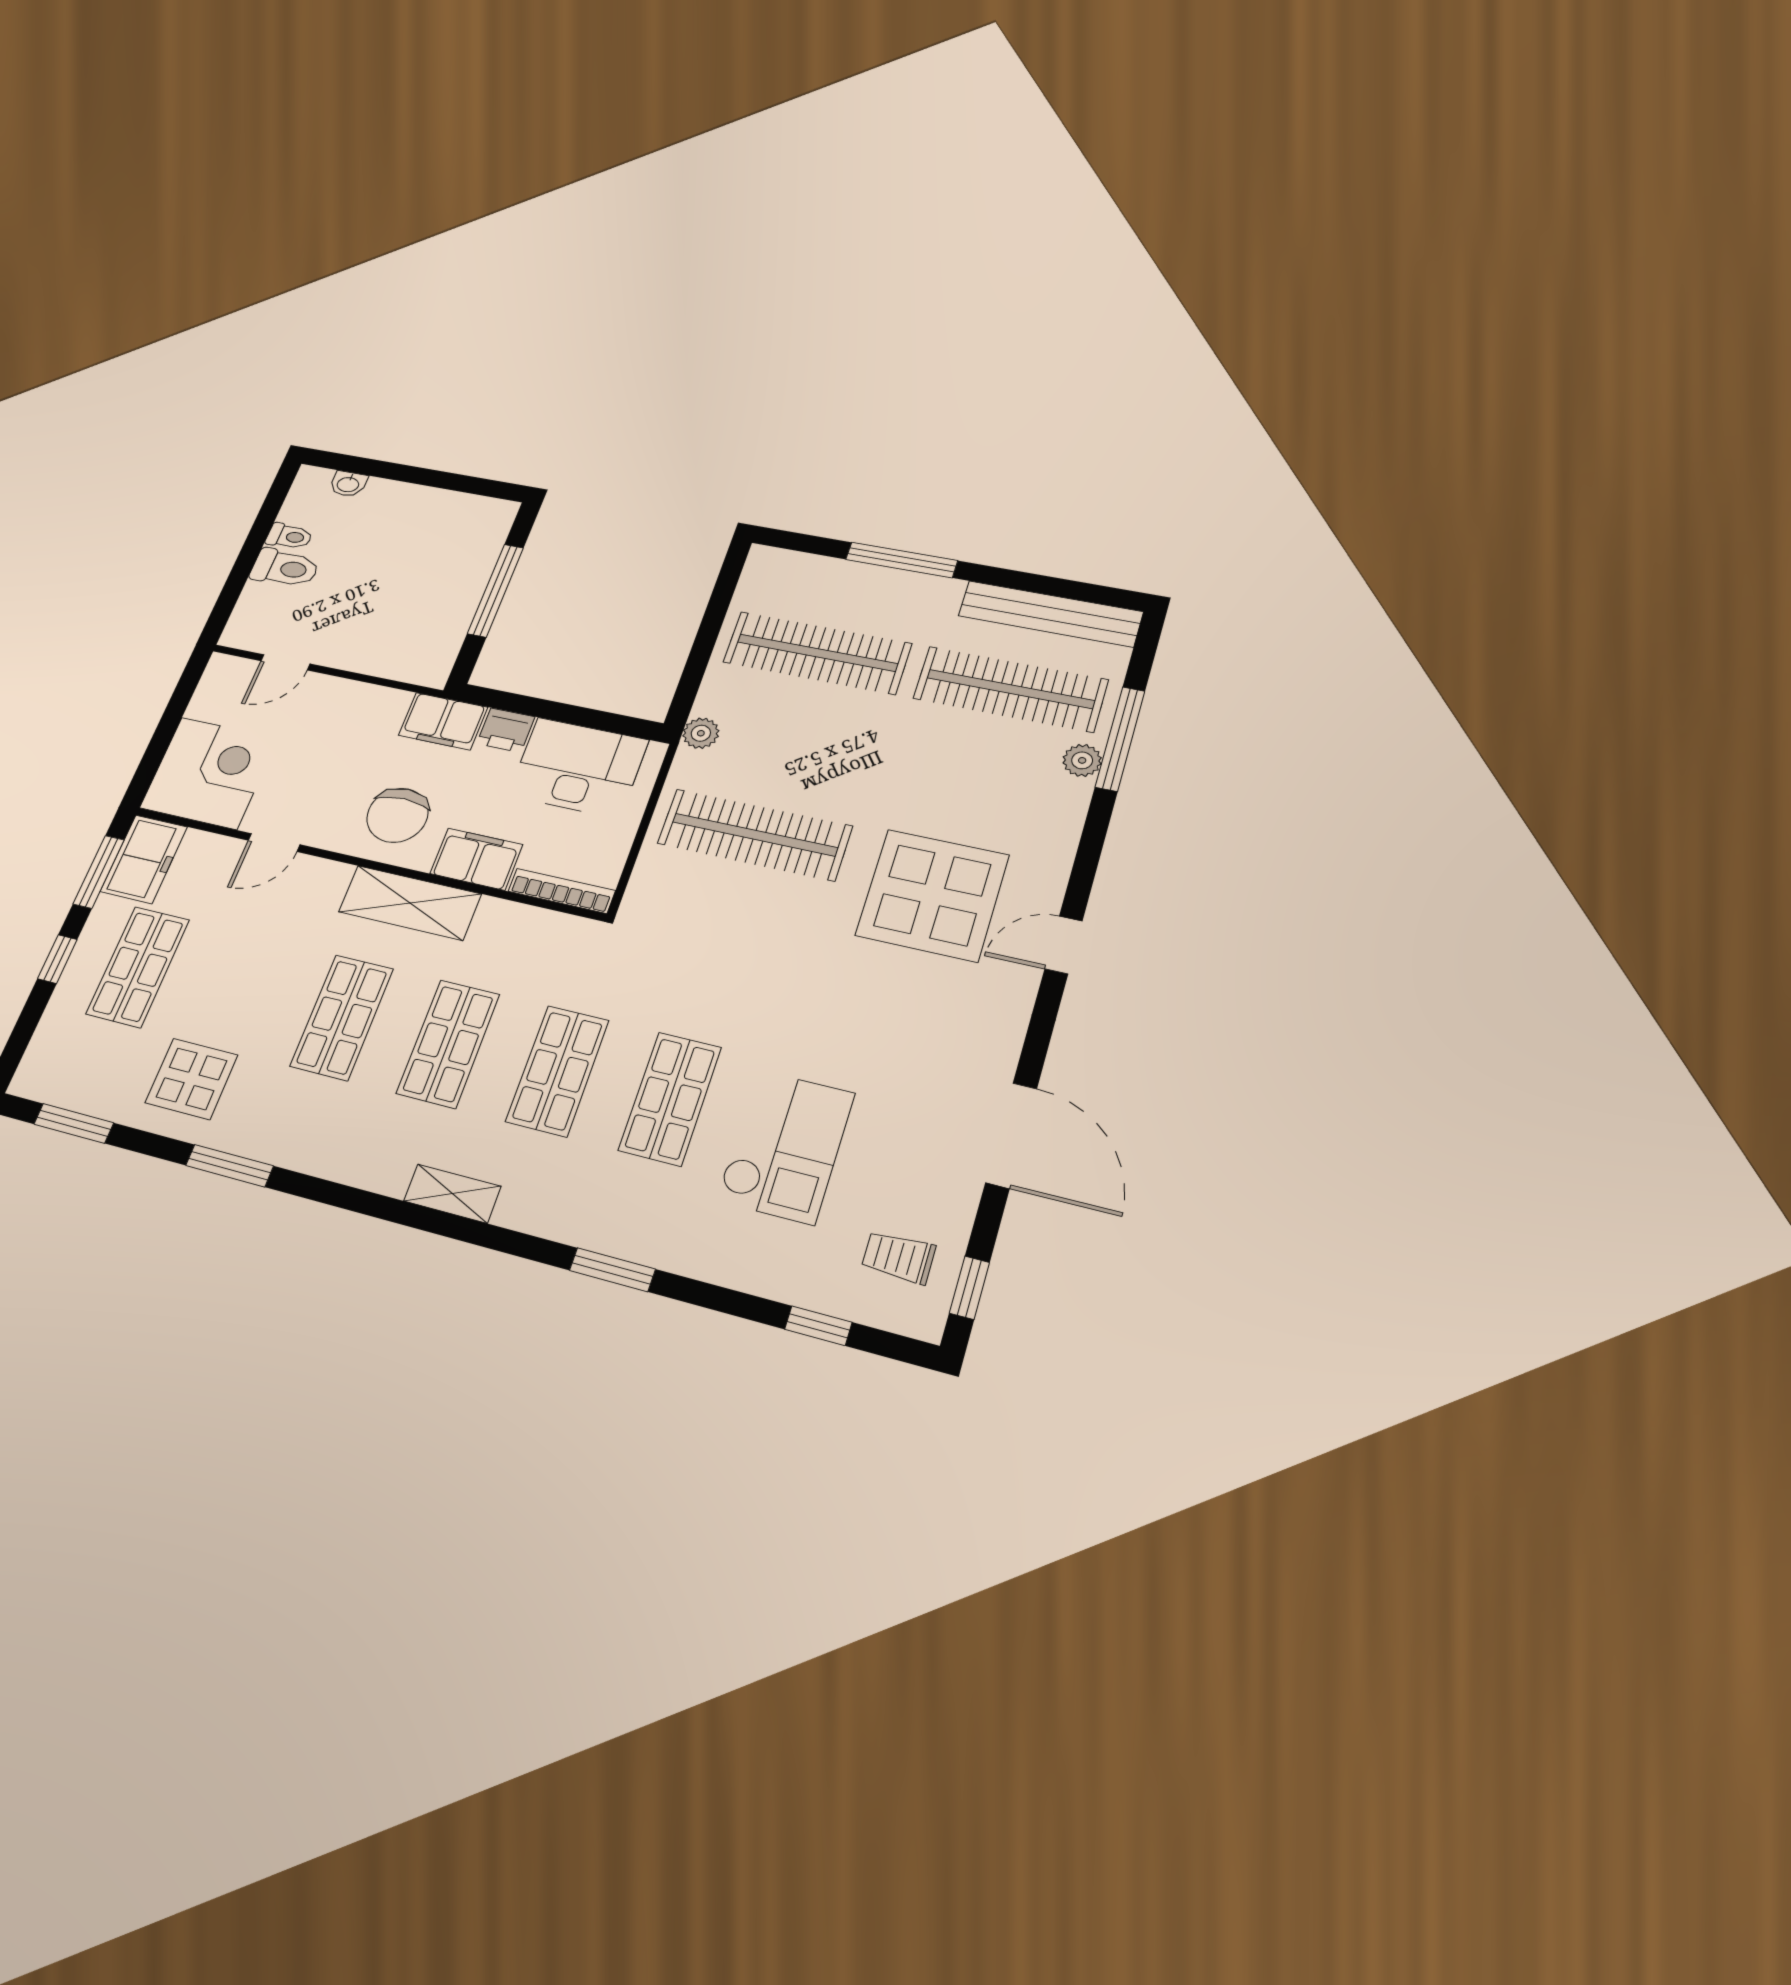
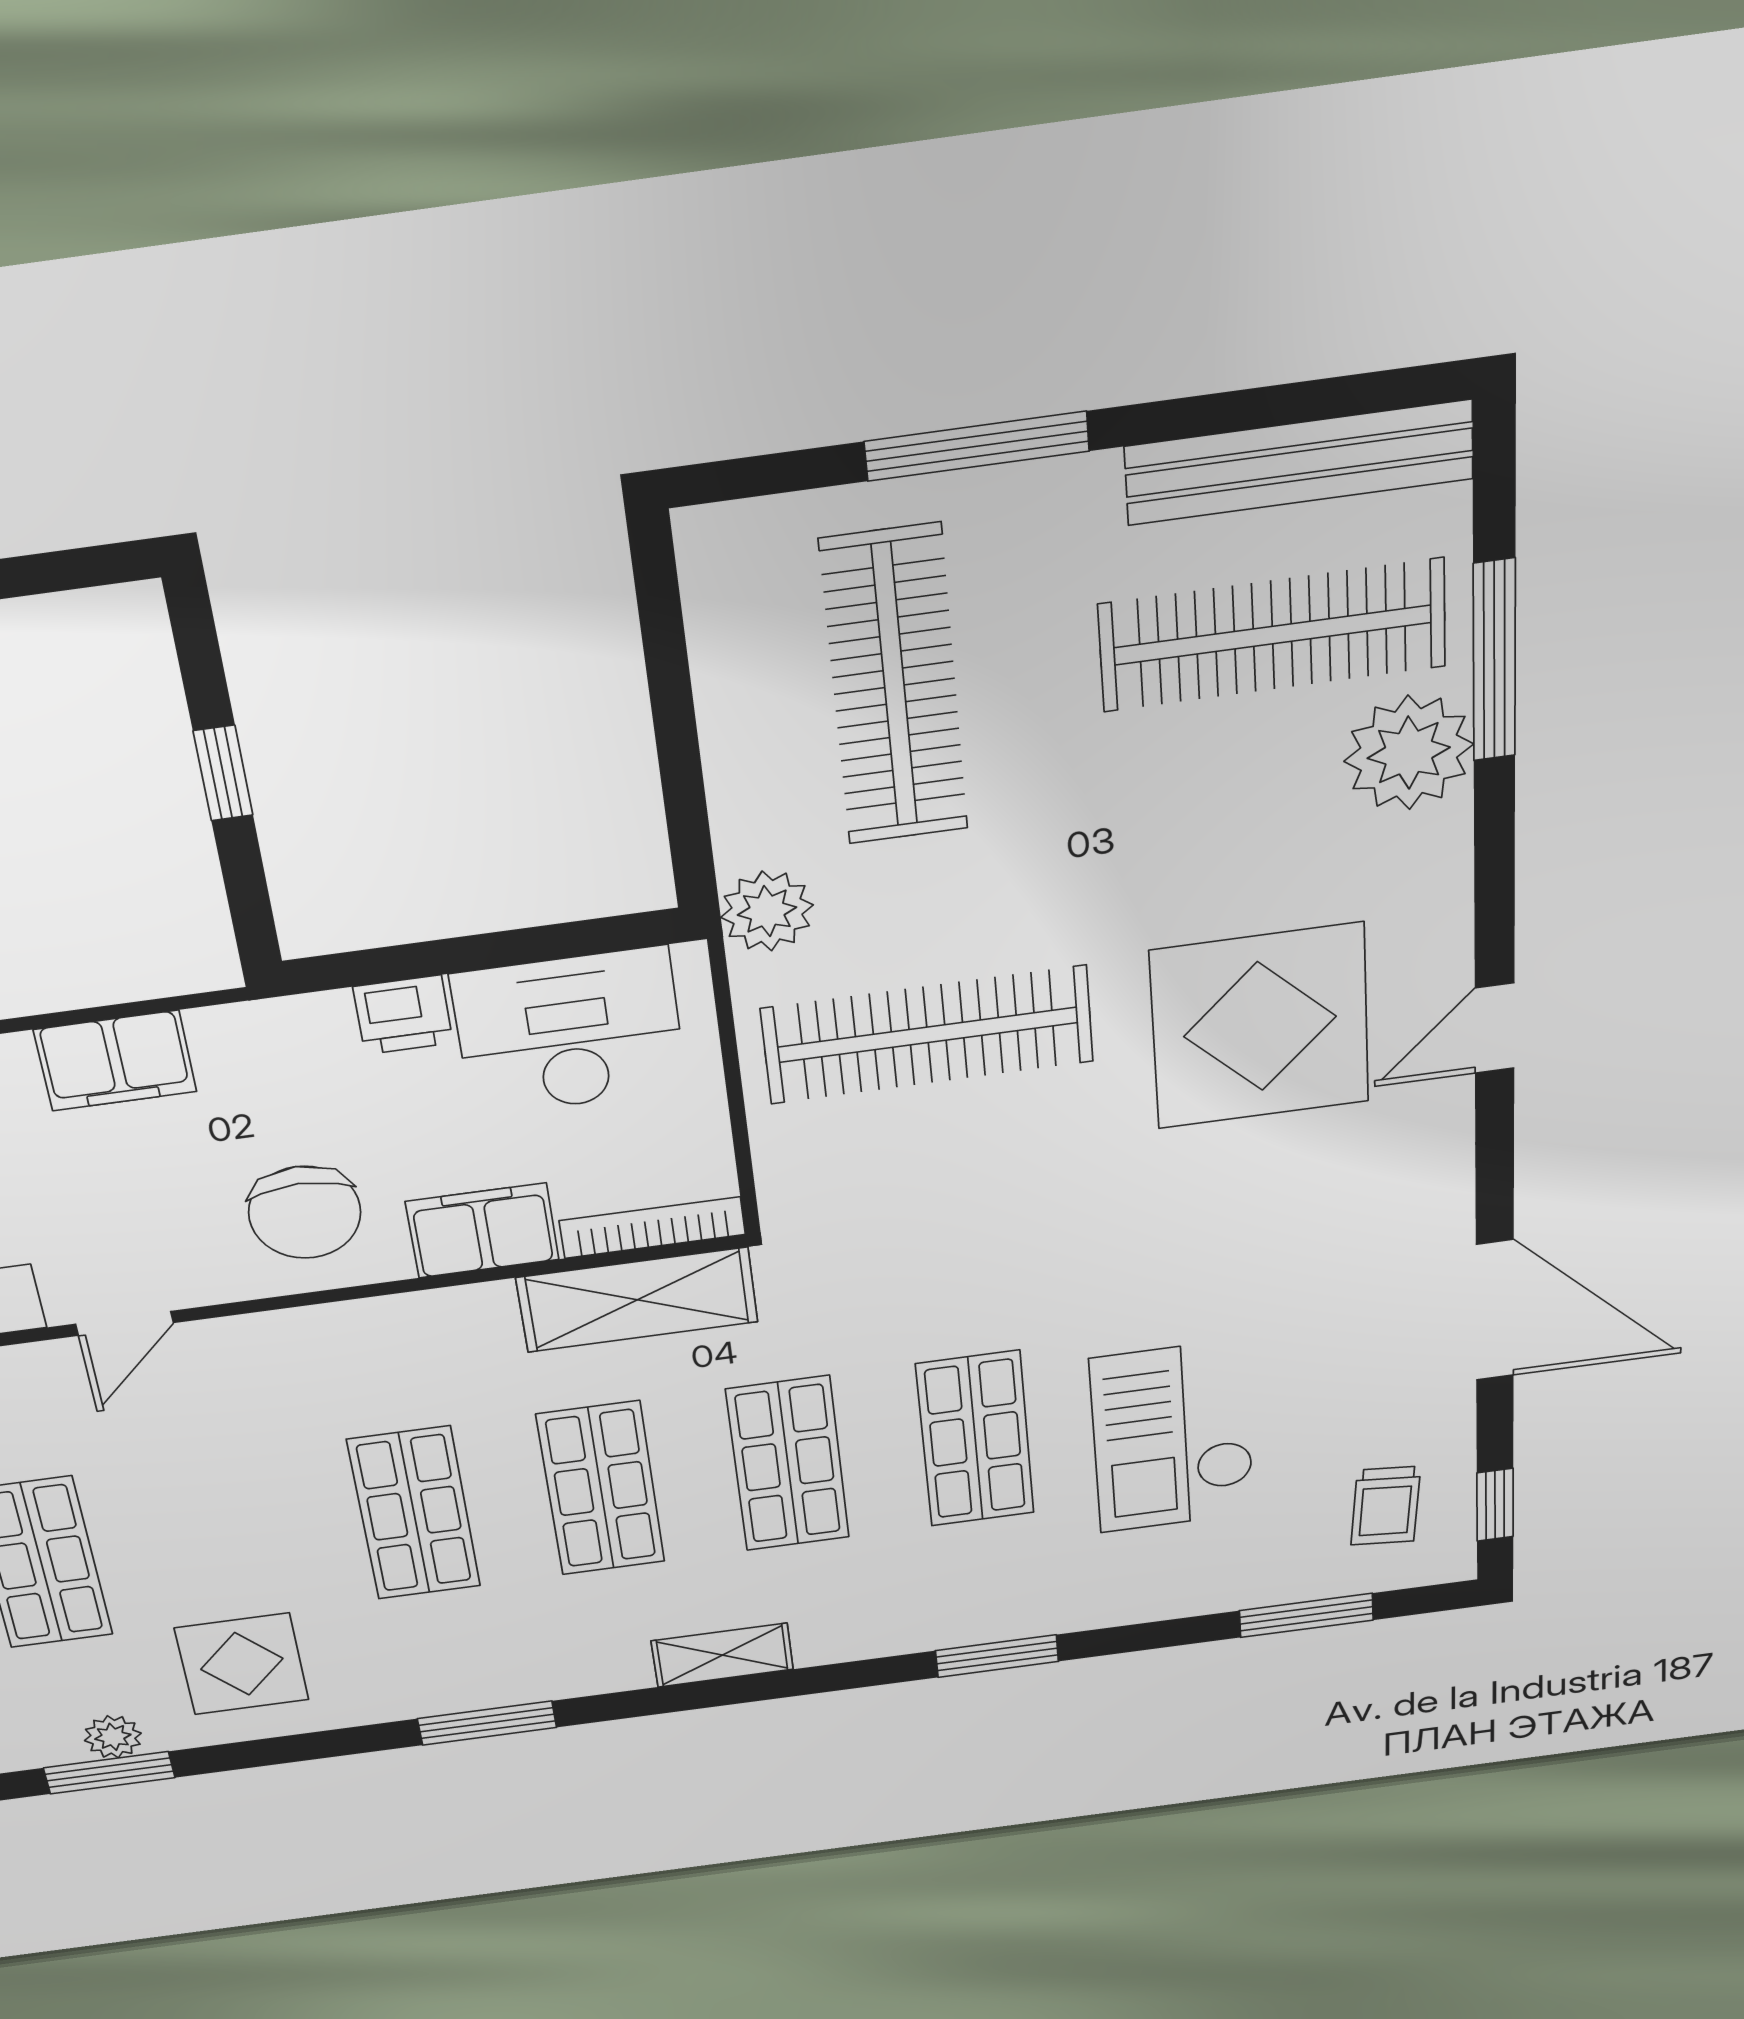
window: (495, 590) -> (223, 773), width x0.46
clothes rail: (817, 653) -> (894, 686), turned 90
filing cabinet: (443, 721) -> (115, 1061), moved
plant: (701, 733) -> (767, 911), width x1.38, depth x1.38
plant: (1082, 760) -> (1409, 753), width x1.88, depth x1.88
shelving: (410, 903) -> (637, 1300), moved
plant: (93, 1099) -> (113, 1737), added
checkout: (786, 1146) -> (1173, 1437), turned 180
window: (229, 1166) -> (487, 1723), moved
trolley: (899, 1257) -> (1386, 1506), turned -85
window: (818, 1326) -> (1306, 1615), width x1.50

